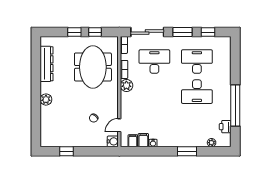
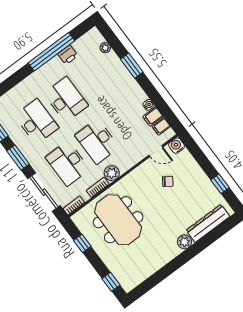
window: (74, 32) -> (111, 282), moved
desk: (197, 62) -> (36, 122), turned 180
dresser: (47, 64) -> (208, 223), moved
meeting table: (93, 67) -> (118, 220), turned 90
desk: (154, 92) -> (97, 141), added
printer: (225, 127) -> (68, 55), moved

